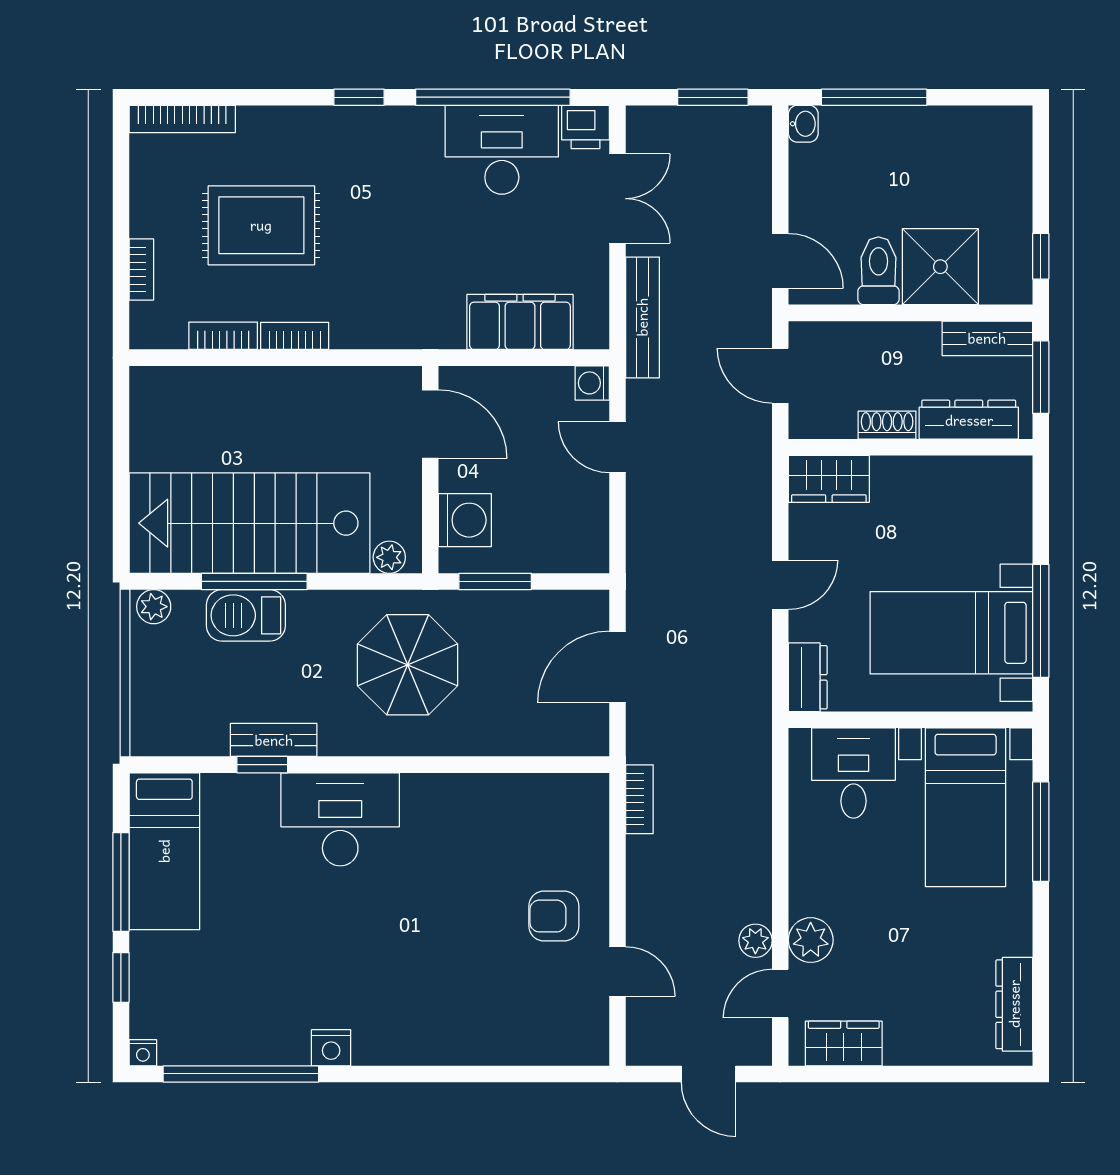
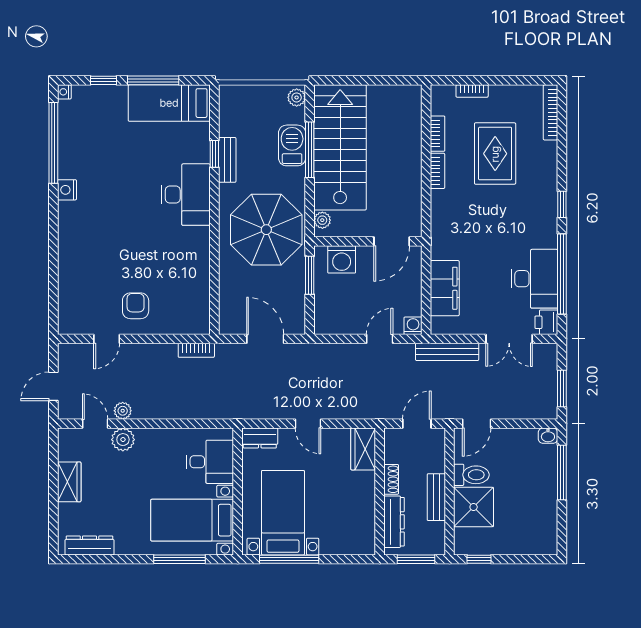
bench: (987, 338) -> (436, 497), moved
parasol: (408, 665) -> (266, 230), width x1.36, depth x1.36
wardrobe: (844, 1043) -> (69, 482), moved

